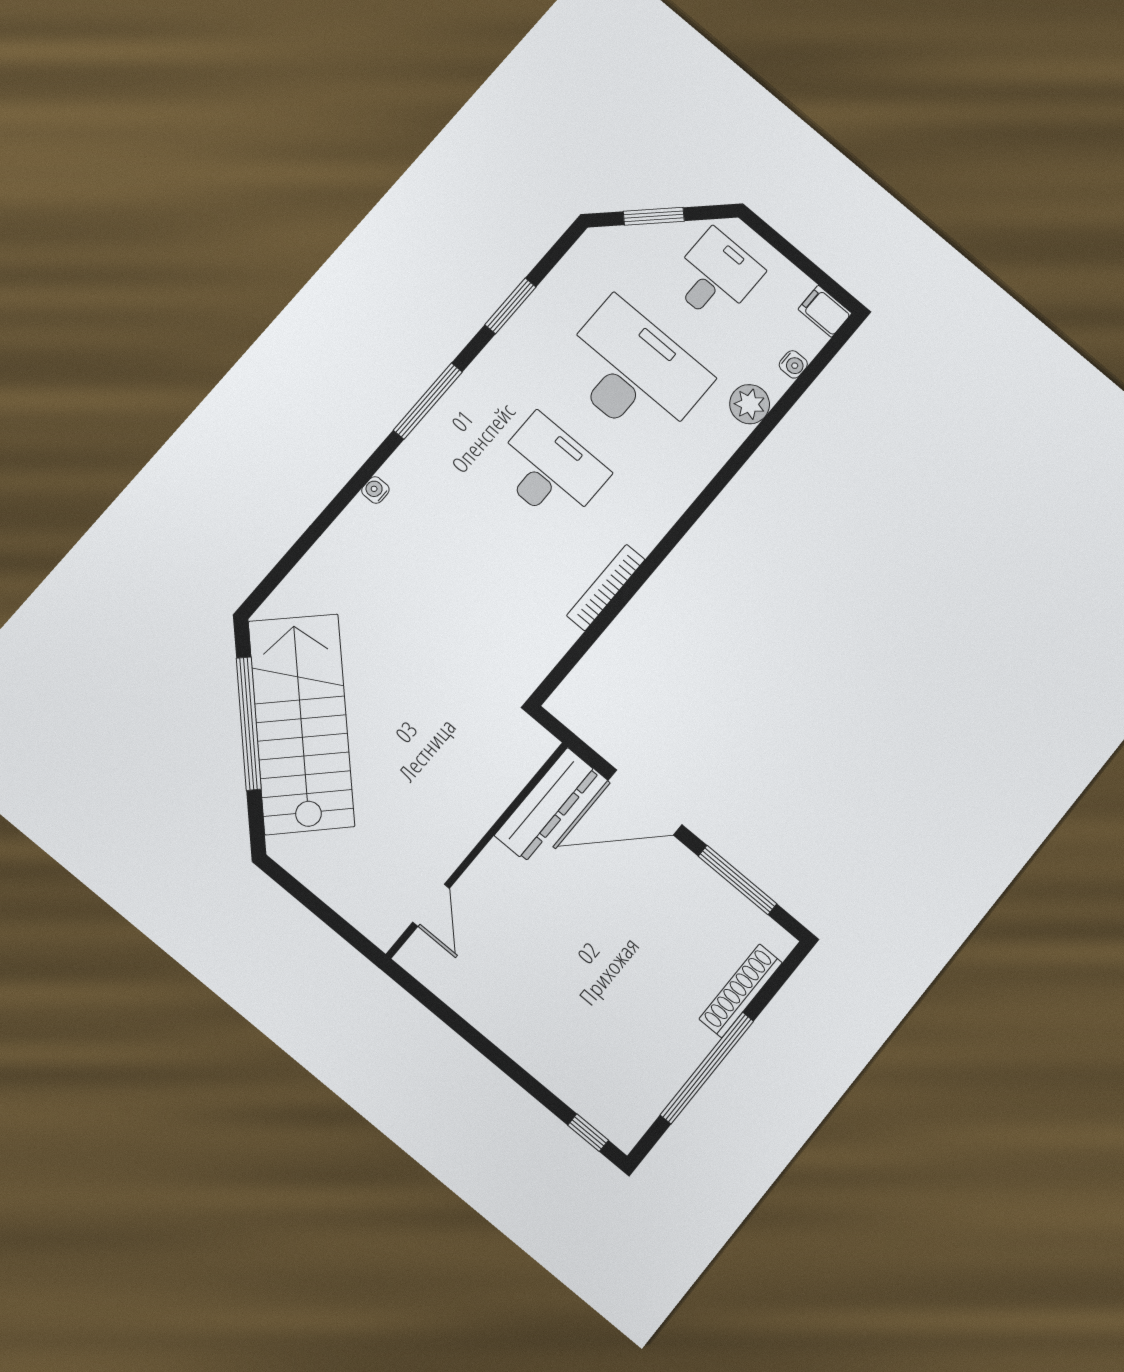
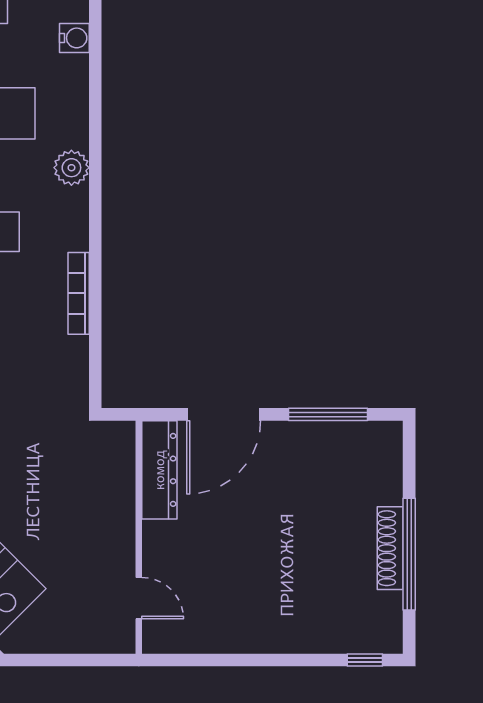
water cooler: (793, 364) -> (74, 38), width x1.38, depth x1.38
plant: (750, 404) -> (71, 168), moved
shoe rack: (741, 991) -> (390, 548), moved

